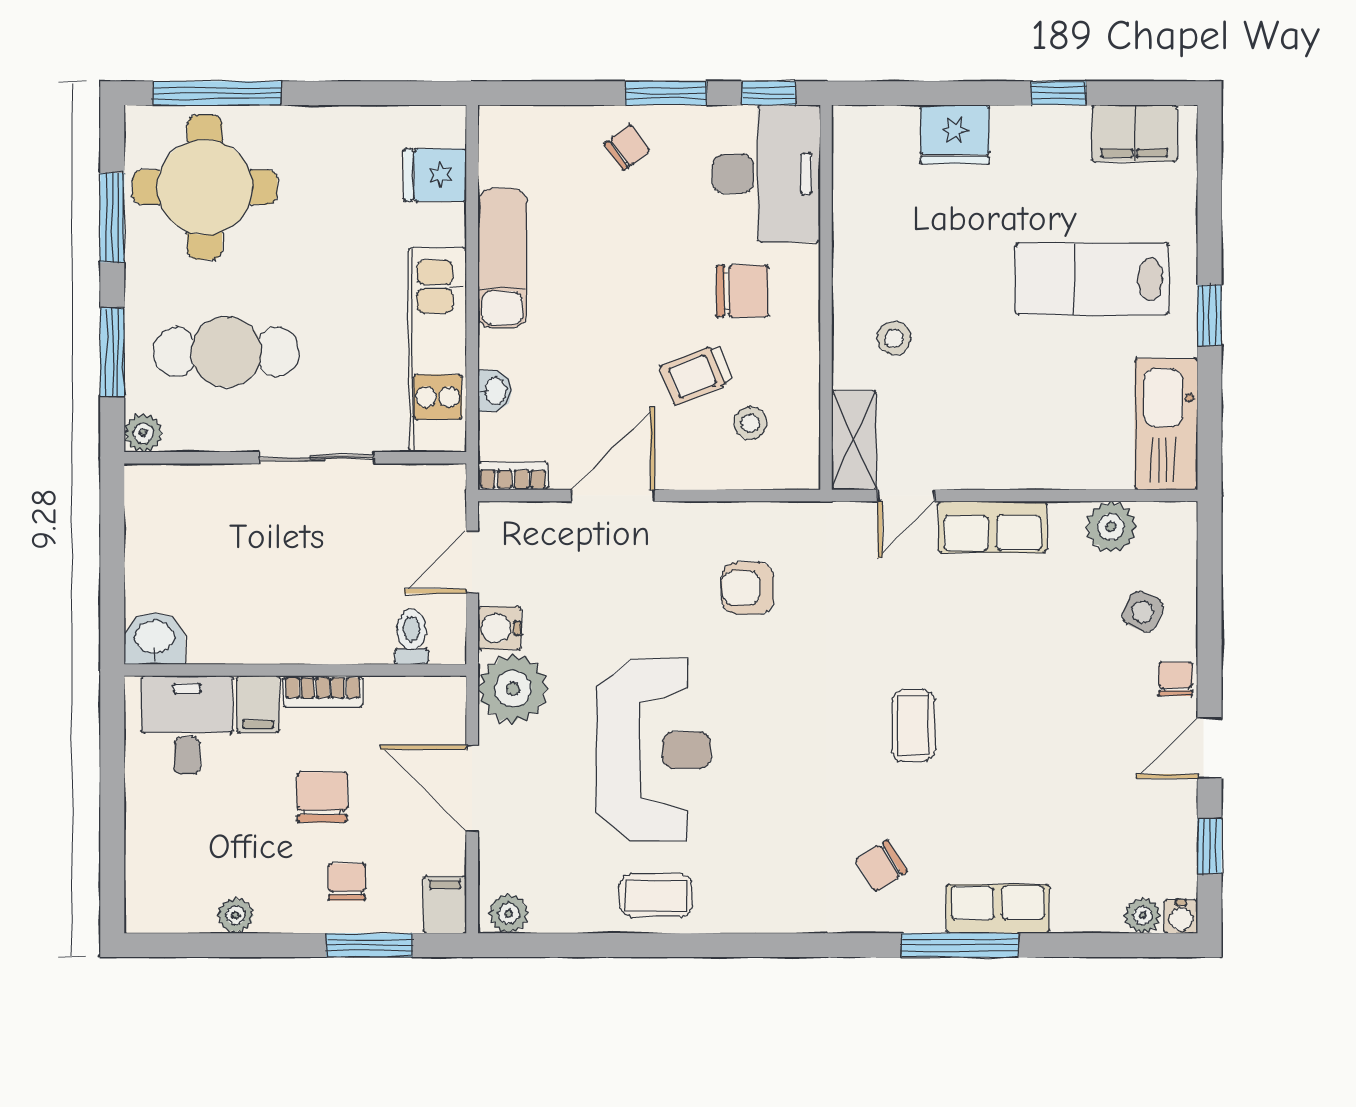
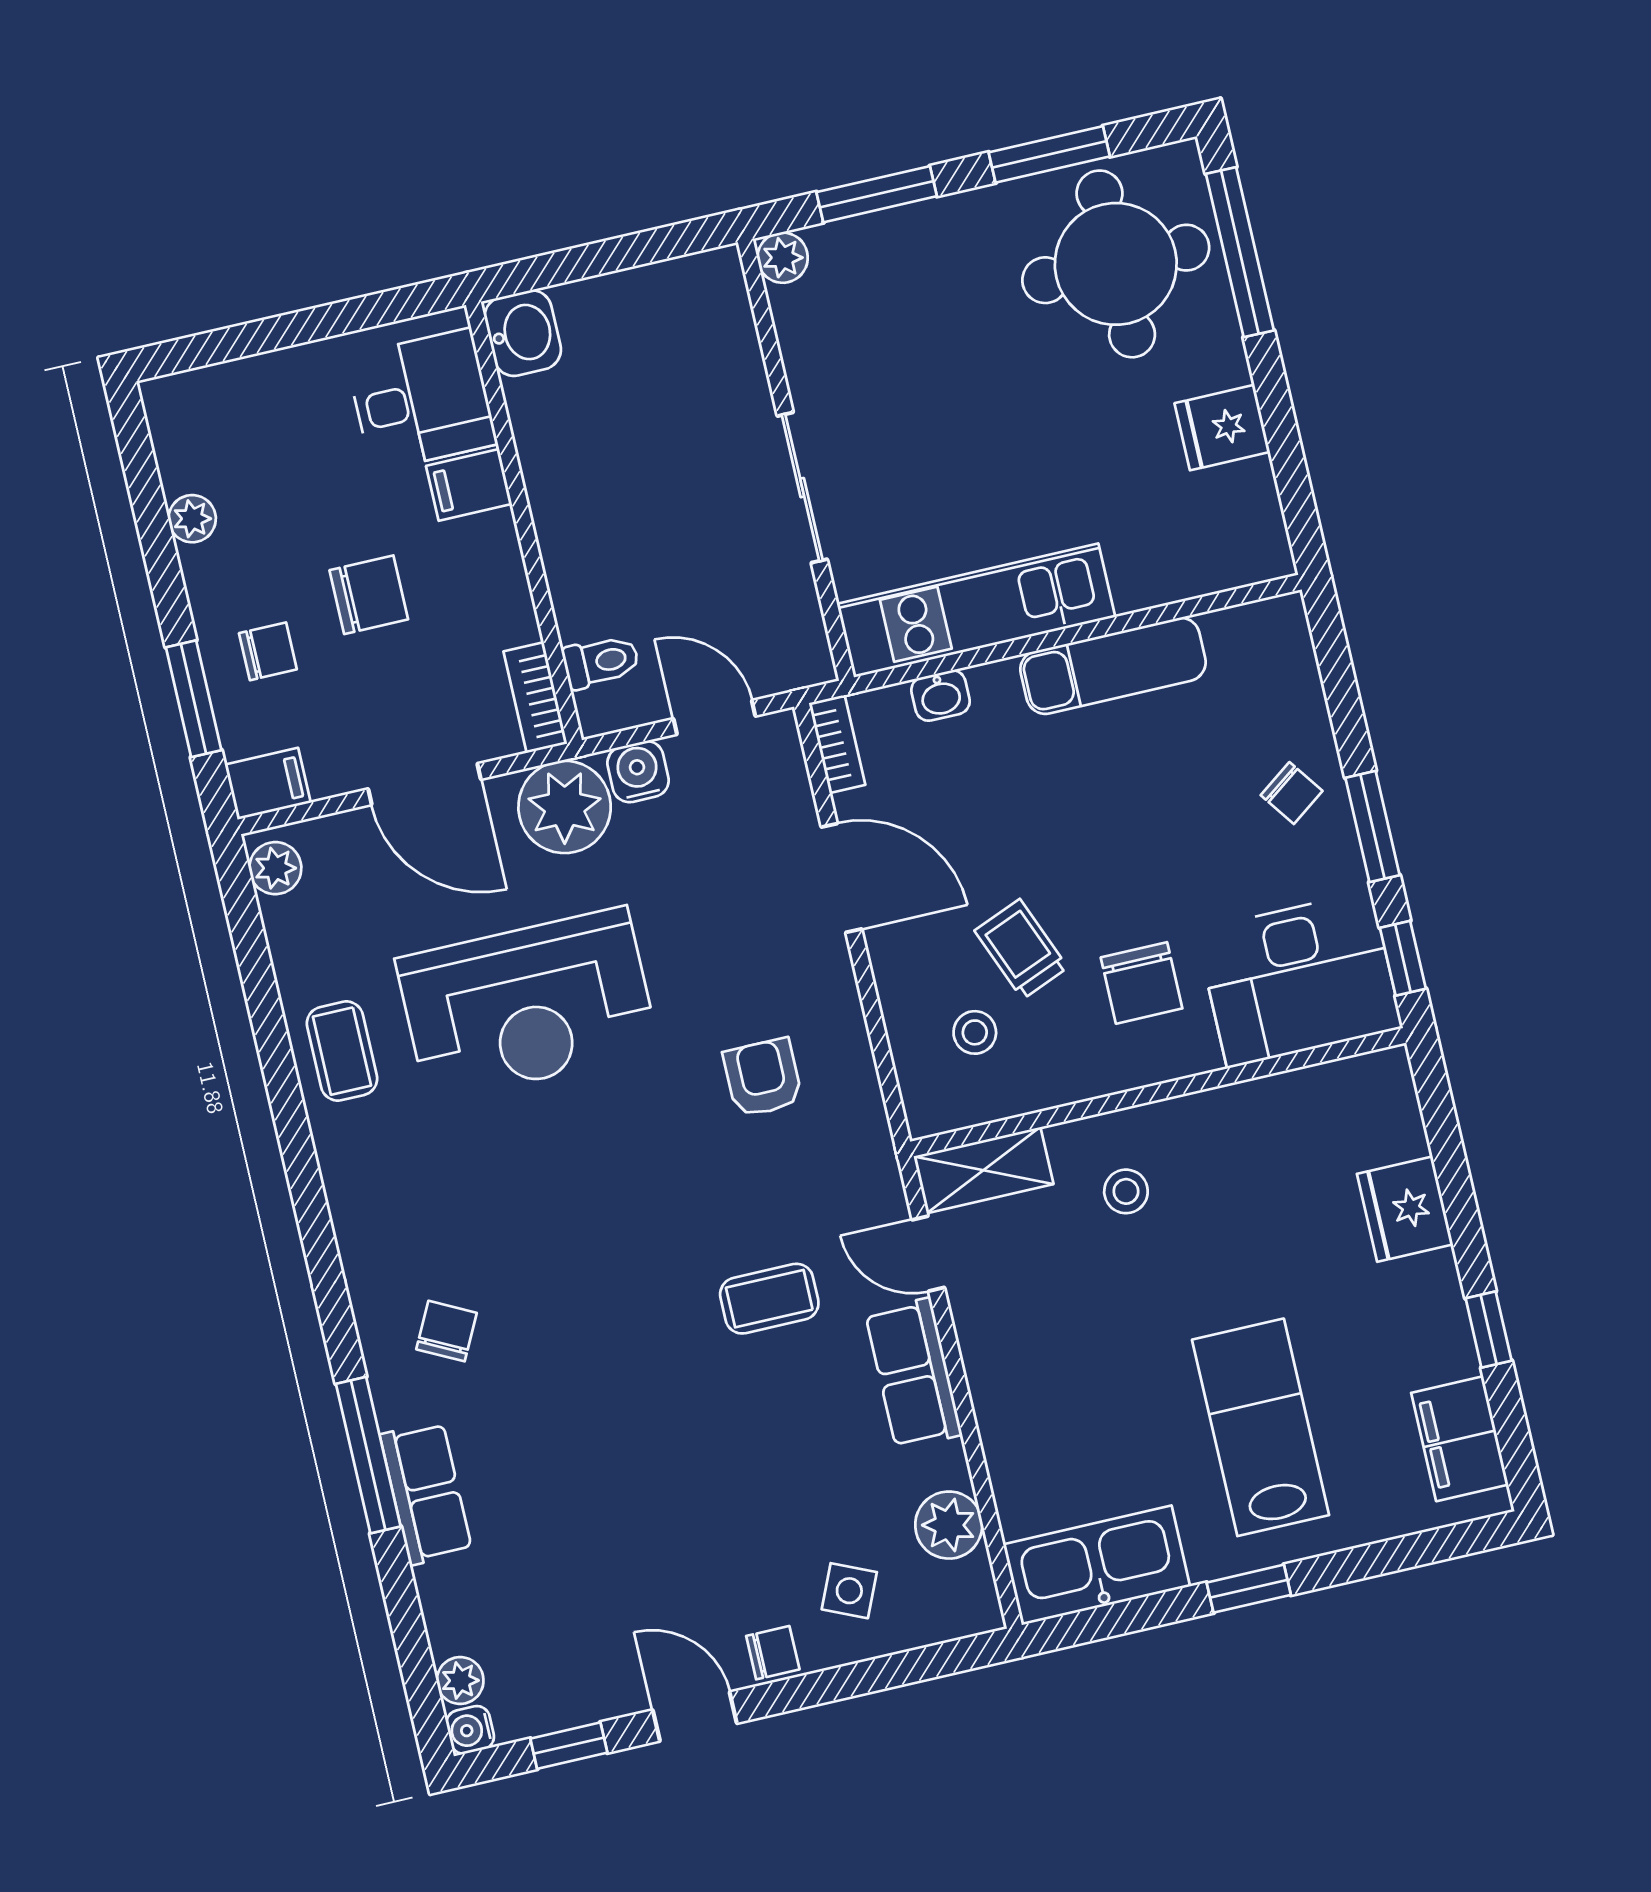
fridge: (435, 175) -> (1222, 428), moved, turned -90
cafe table: (226, 352) -> (911, 340), removed
bookcase: (323, 692) -> (535, 698), moved
coffee table: (913, 726) -> (769, 1299), moved
door: (472, 789) -> (424, 784), swing flipped
chair: (881, 866) -> (446, 1331), turned 59

